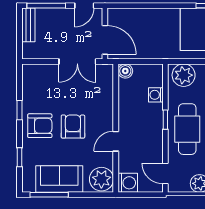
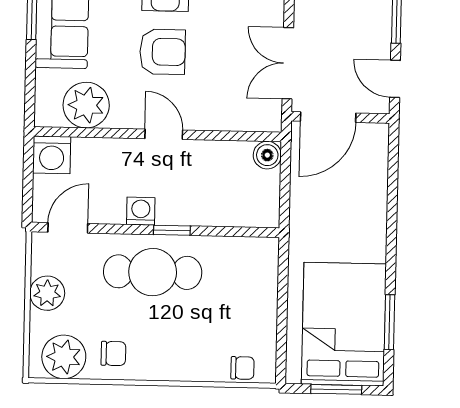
plant: (184, 75) -> (257, 267), removed
washing machine: (156, 95) -> (141, 211), moved
door: (116, 141) -> (164, 134), moved
plant: (101, 179) -> (86, 105), moved

